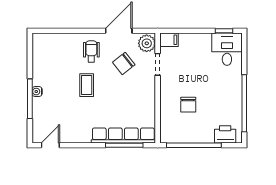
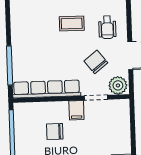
filing cabinet: (169, 40) -> (76, 110), moved
wheelchair: (91, 51) -> (107, 27), turned 90
row of seats: (123, 135) -> (47, 89), moved, turned -90

